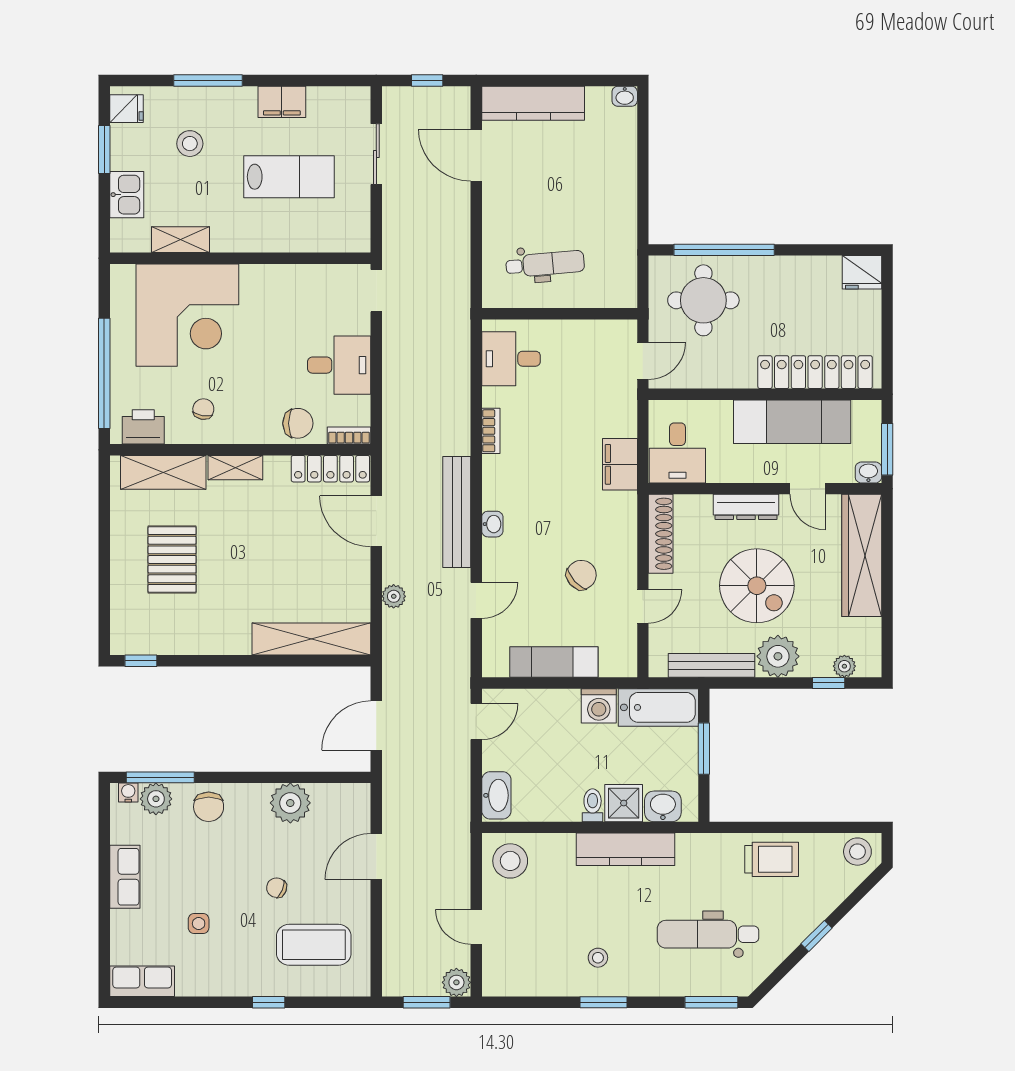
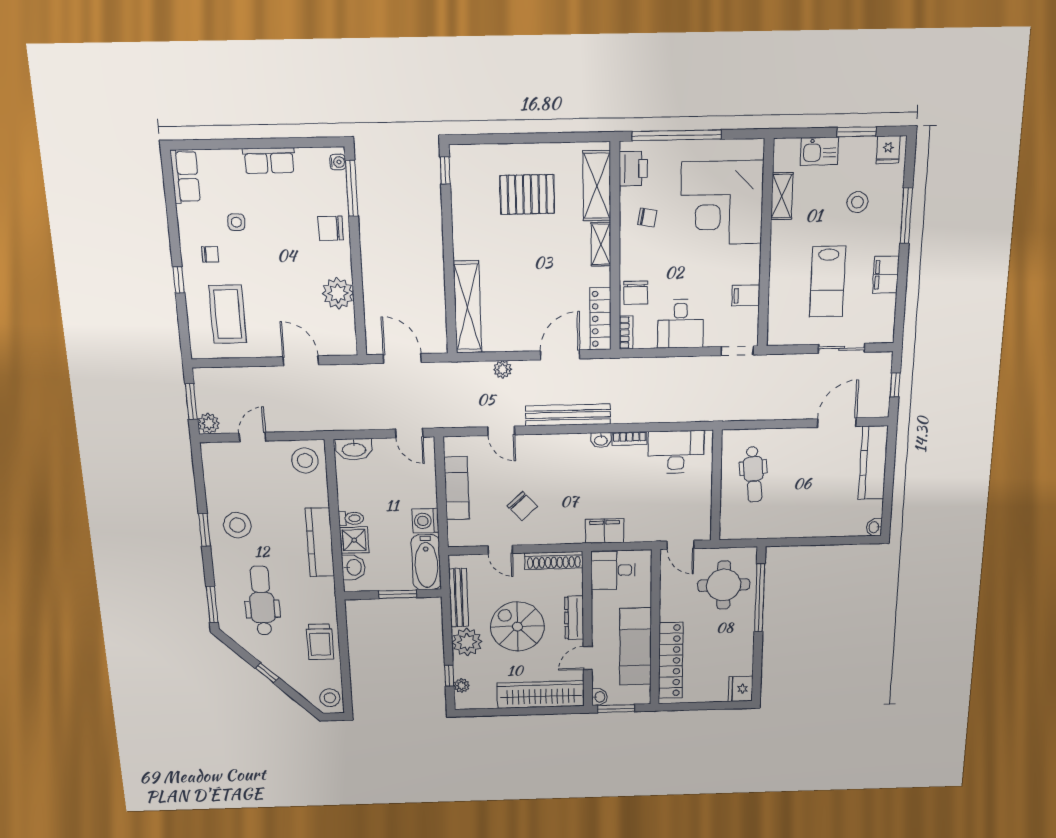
filing cabinet: (305, 281) -> (746, 295), added
desk: (511, 359) -> (676, 452), width x1.37
washbasin: (492, 524) -> (601, 440), moved
spiral stairs: (757, 586) -> (517, 627), turned 90
plant: (156, 799) -> (334, 185), removed
chair: (277, 888) -> (210, 254), moved, turned 67
stool: (598, 958) -> (237, 525), width x1.89, depth x1.89

